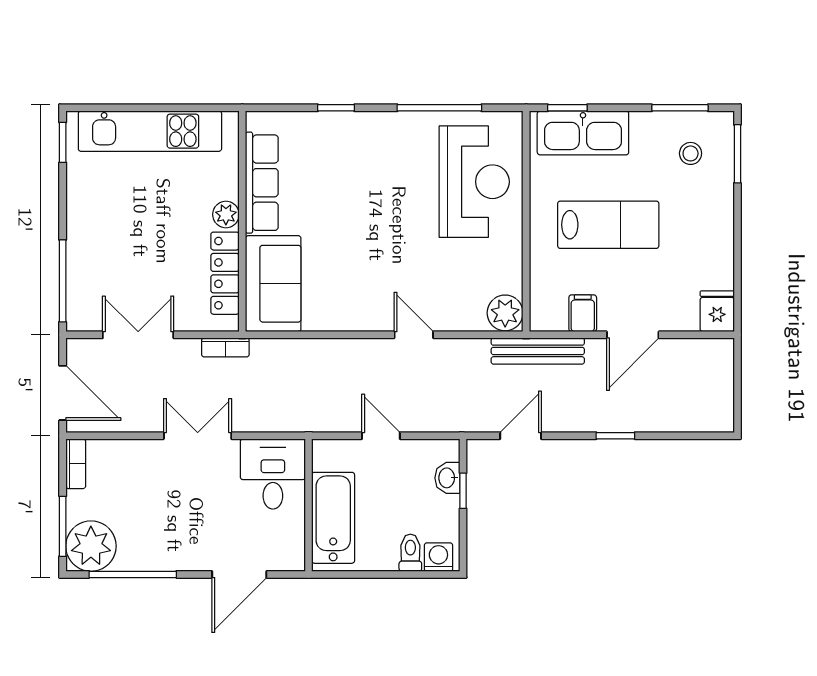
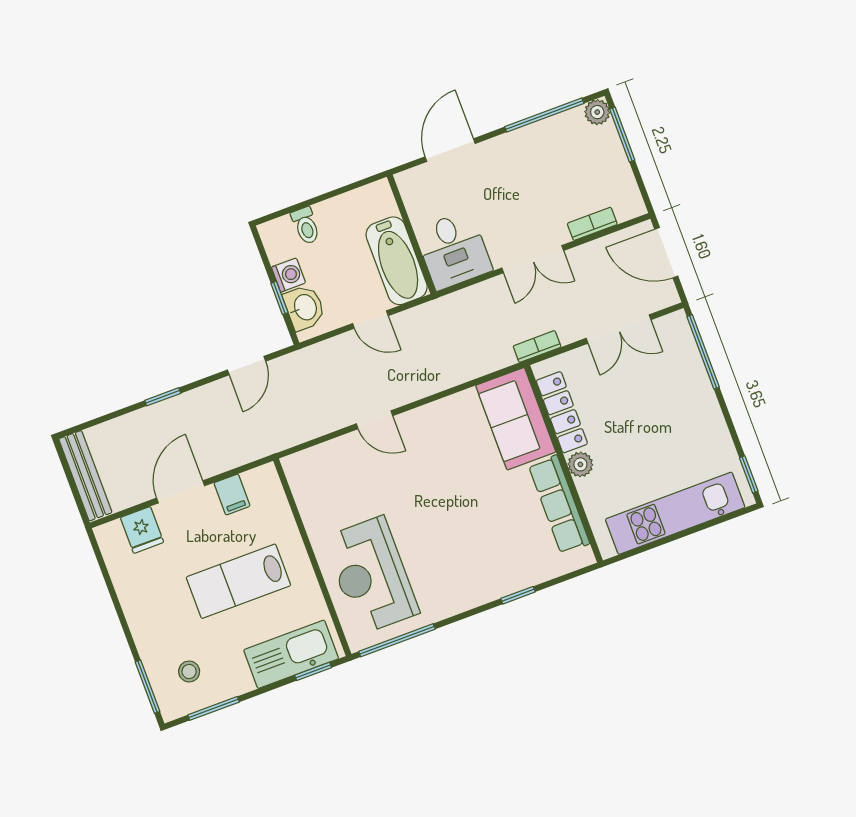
window: (439, 108) -> (397, 640), moved
fridge: (717, 311) -> (142, 530), moved
plant: (505, 313) -> (301, 469), removed
bench: (538, 351) -> (85, 476), moved, turned 90
bookcase: (76, 464) -> (592, 224), moved, turned 90
washbasin: (447, 478) -> (304, 308), width x1.38, depth x1.45
bathtub: (333, 518) -> (397, 261), moved
plant: (91, 546) -> (597, 112), width x0.53, depth x0.53
washing machine: (438, 557) -> (288, 275), moved, turned -90

